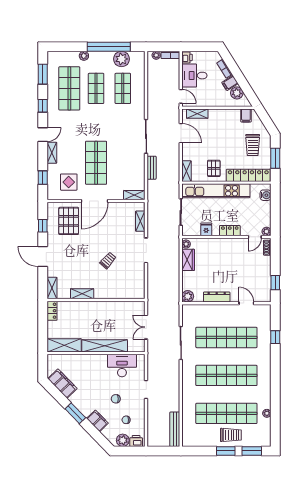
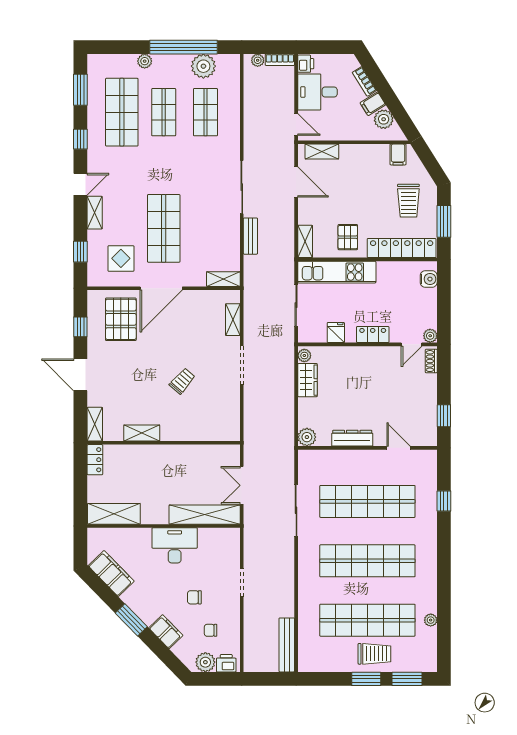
kitchen unit: (216, 191) -> (337, 272), width x0.73
shelving: (105, 346) -> (205, 515), moved
desk: (122, 366) -> (175, 545), moved

